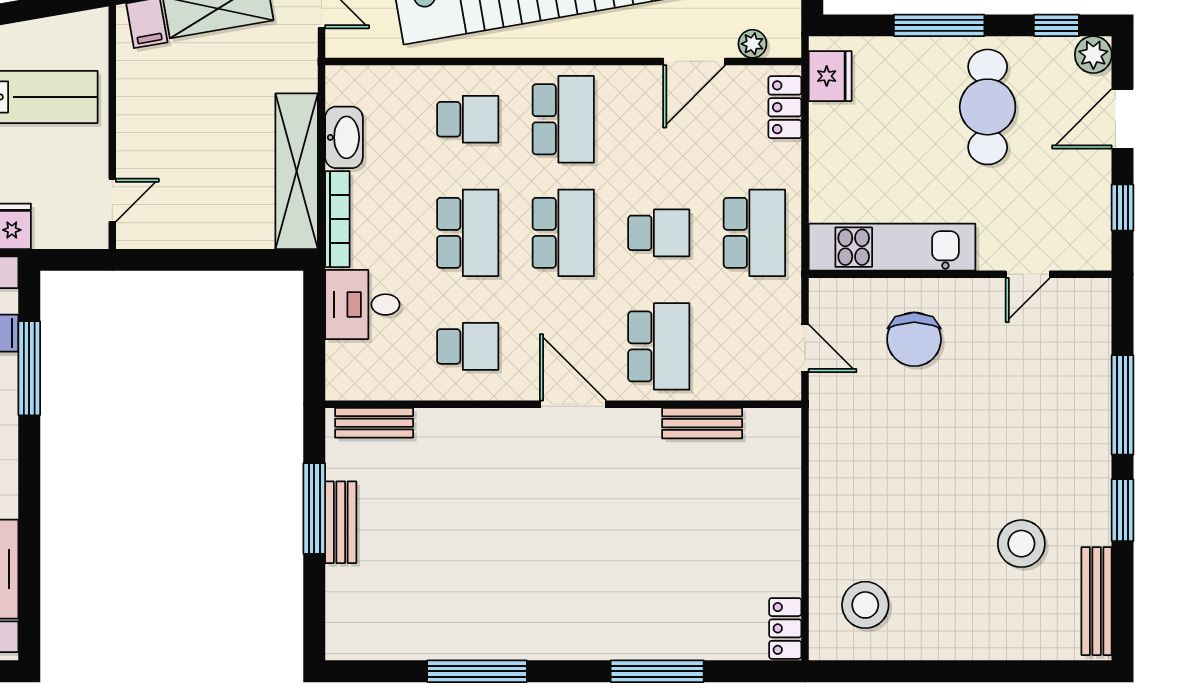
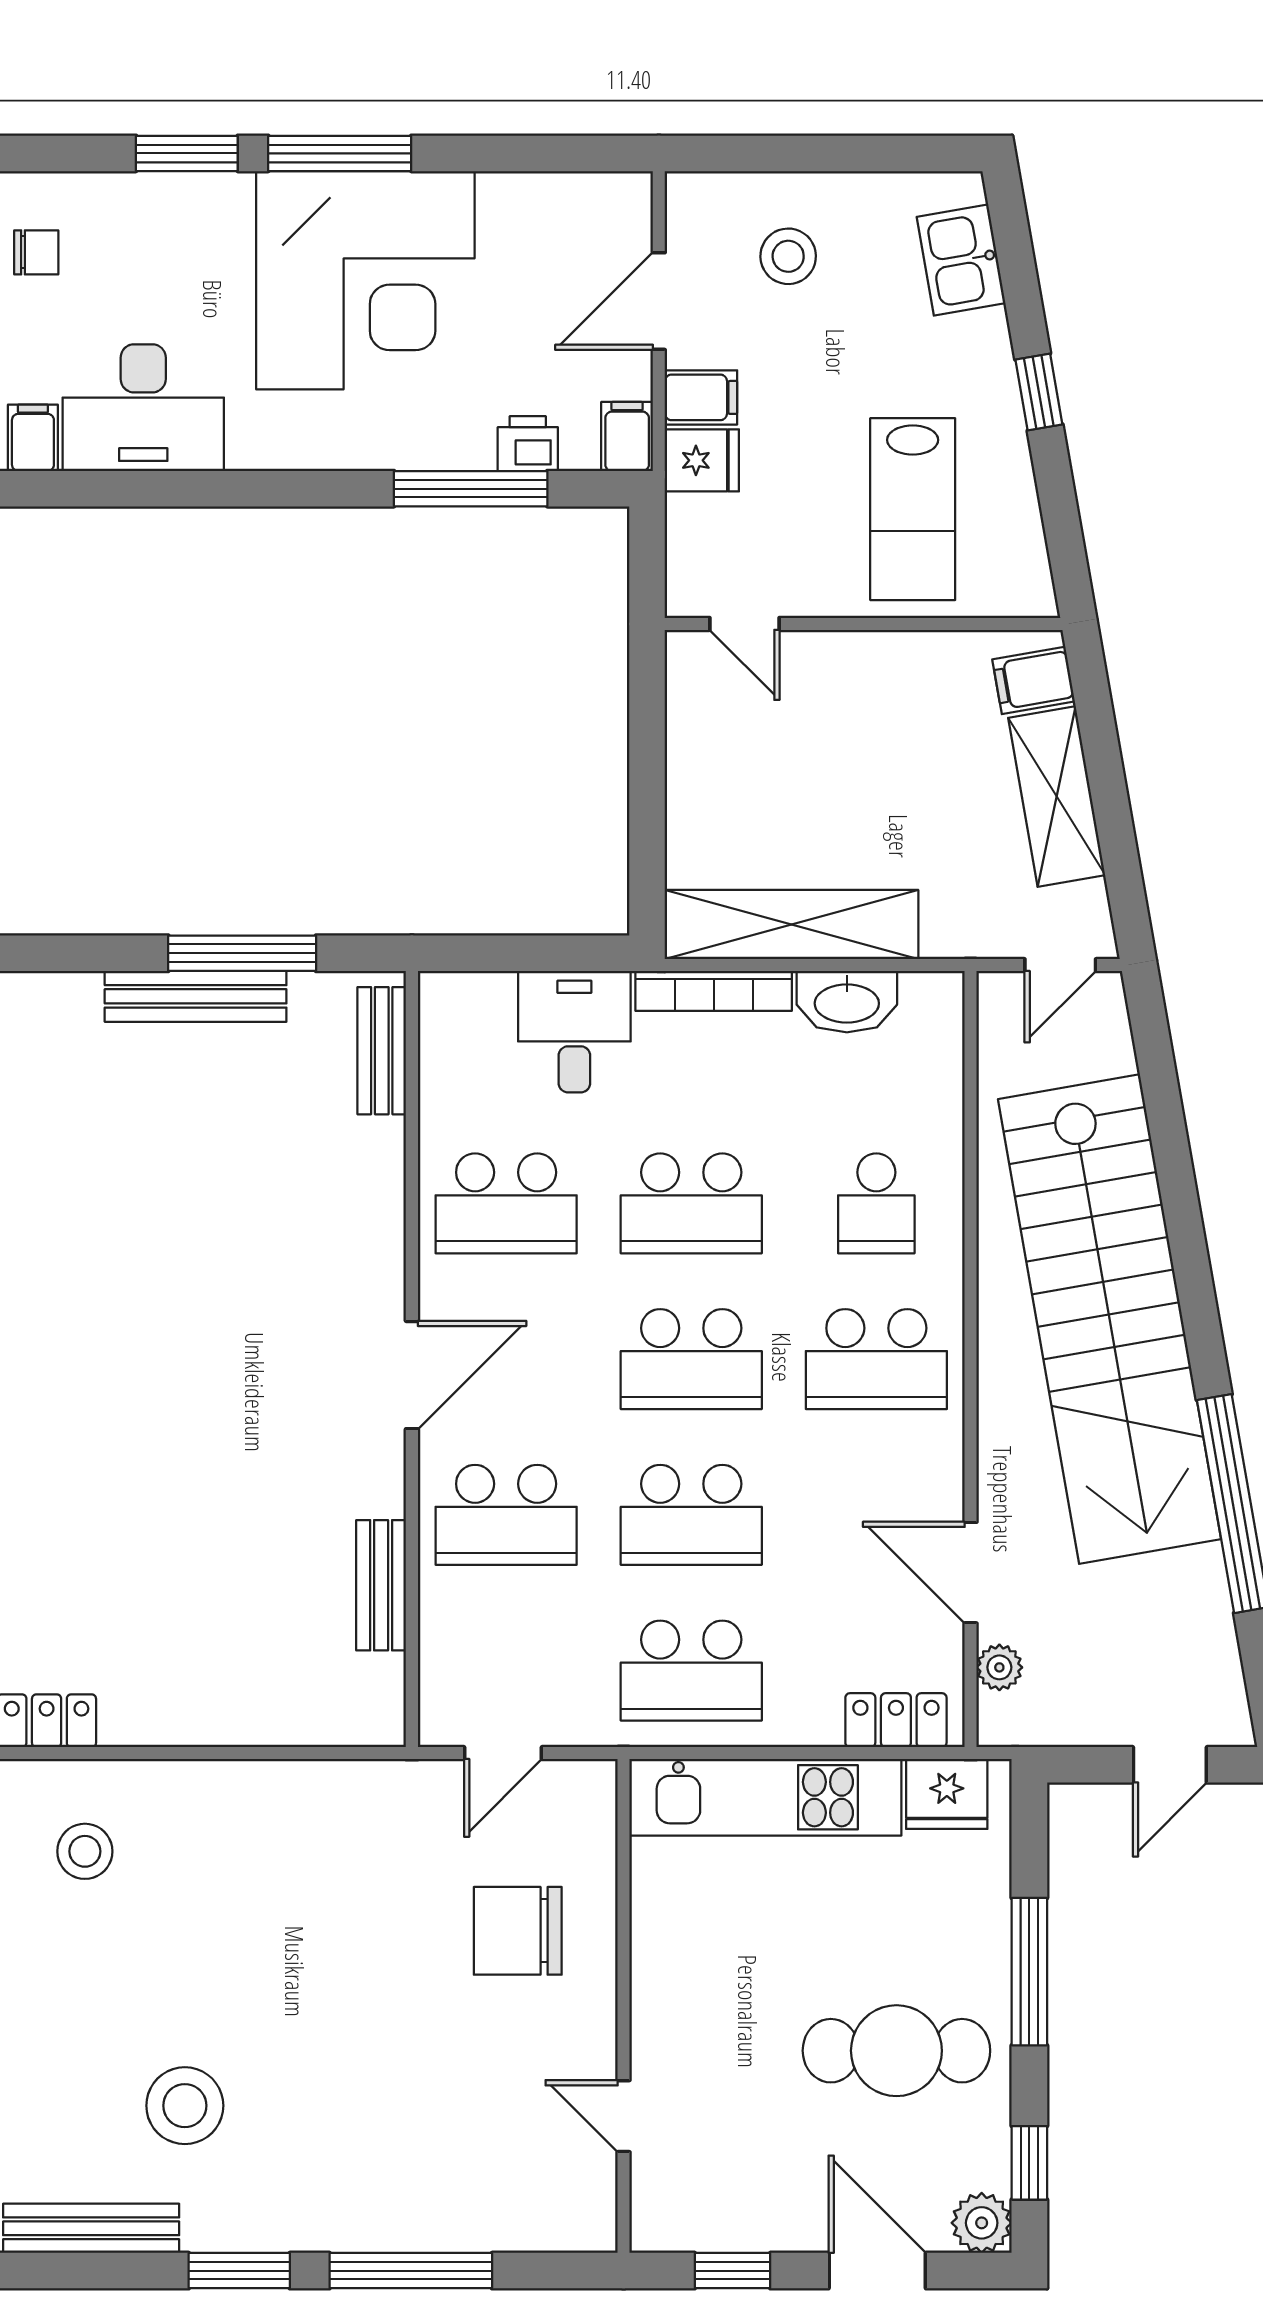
school desk: (659, 233) -> (691, 1515), width x1.85
kitchen unit: (892, 247) -> (765, 1797), moved, turned 90
school desk: (468, 346) -> (506, 1203), width x1.85
bench: (341, 522) -> (196, 996), width x1.36
stool: (865, 605) -> (85, 1851), width x0.73, depth x0.73

